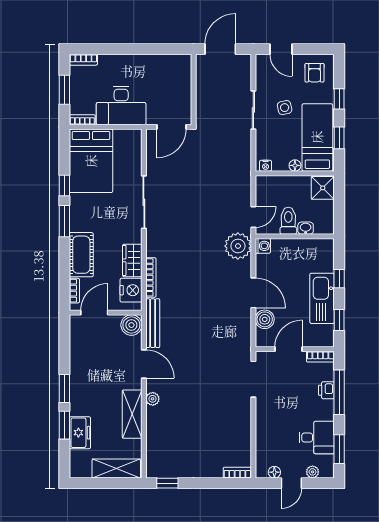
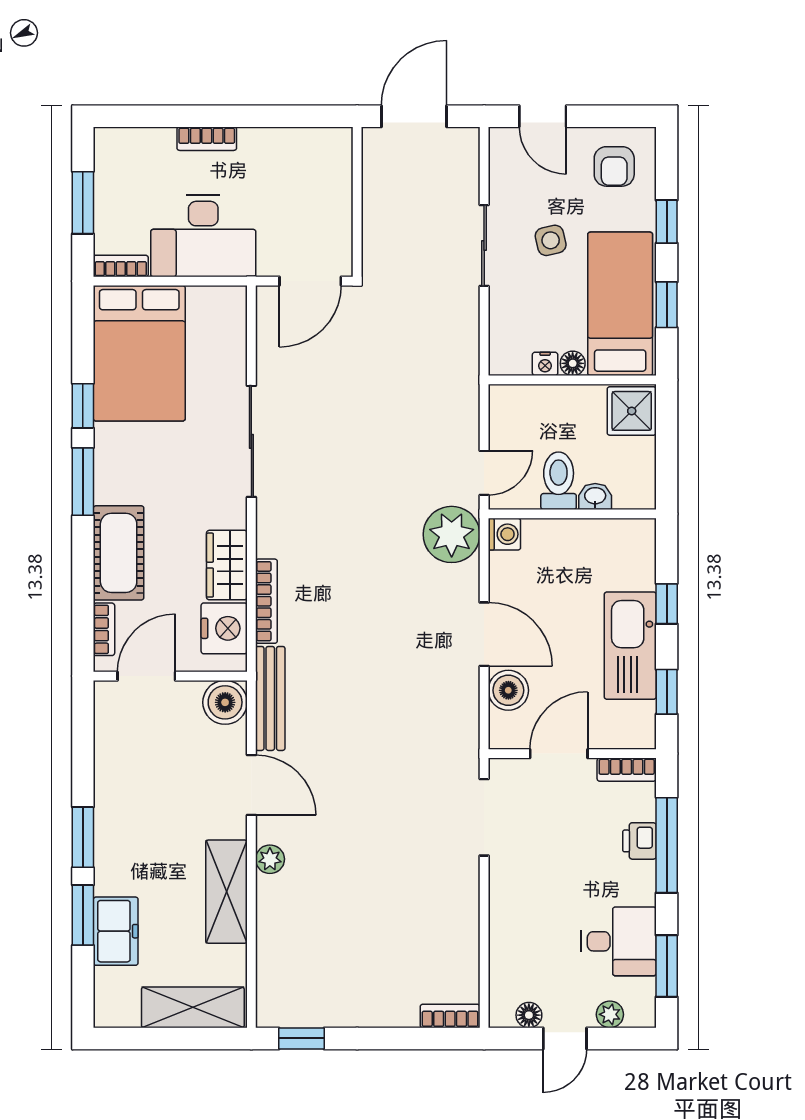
bookcase: (83, 60) -> (207, 139), moved
nightstand: (266, 166) -> (545, 364), moved

